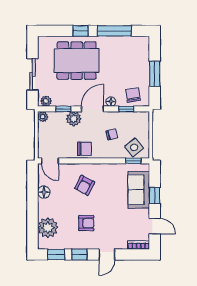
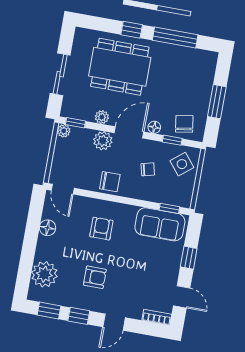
plant: (46, 101) -> (102, 117), moved
window: (63, 109) -> (75, 123), moved
side table: (134, 147) -> (182, 164), moved
armchair: (85, 185) -> (101, 229), turned 152
sofa: (139, 190) -> (160, 224), moved, turned -90

